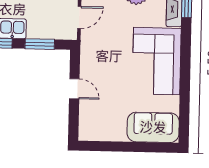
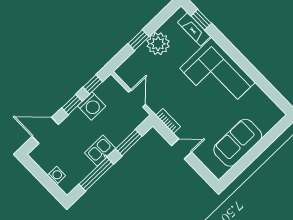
bookcase: (85, 58) -> (168, 121), added
sofa: (153, 127) -> (238, 143), moved

